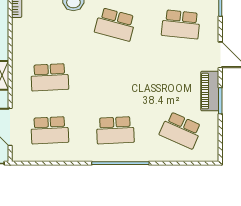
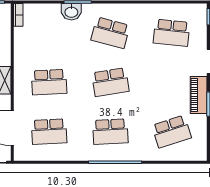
school desk: (115, 77) -> (110, 82), added
school desk: (181, 130) -> (172, 132), turned -42

